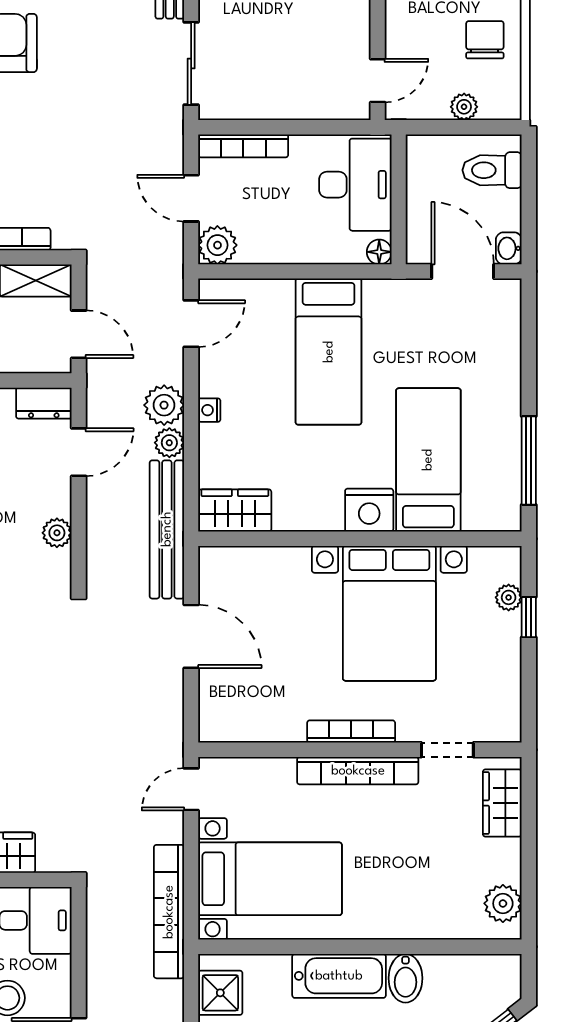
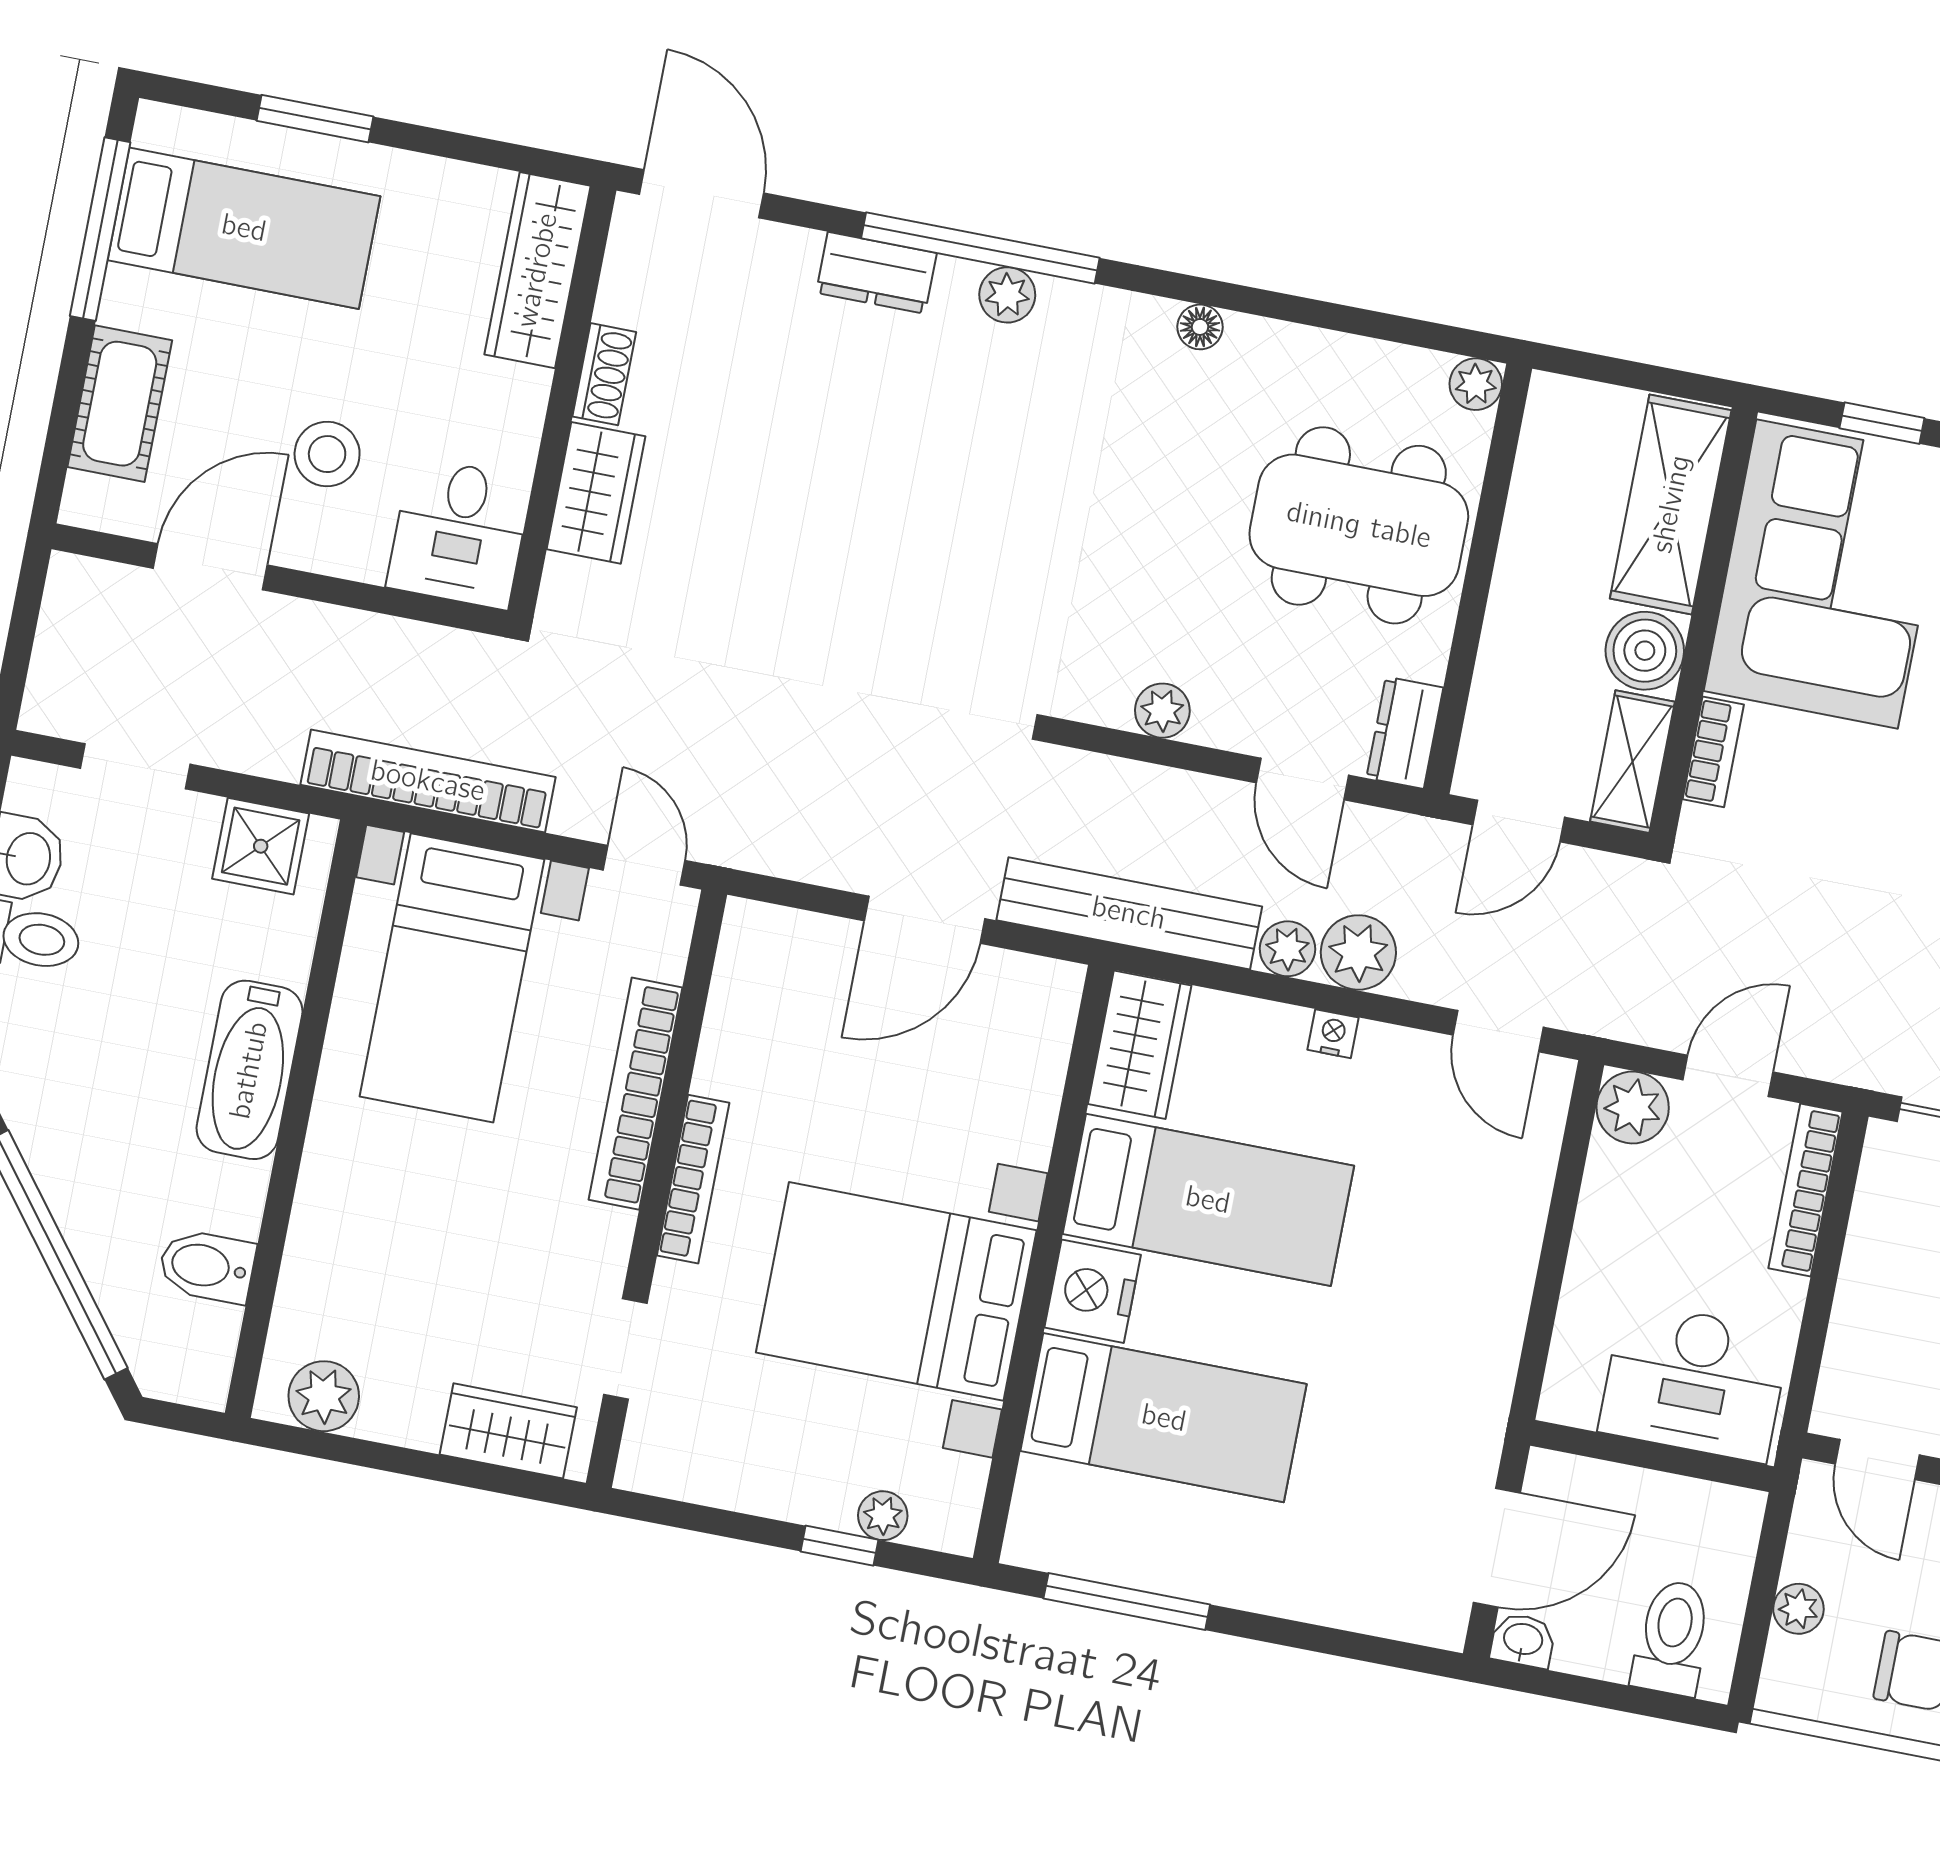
floor lamp: (379, 252) -> (1562, 1402), removed
bed: (329, 352) -> (1208, 1200), moved, turned 180
bookcase: (358, 771) -> (635, 1094), moved
bidet: (406, 978) -> (207, 1266), moved

